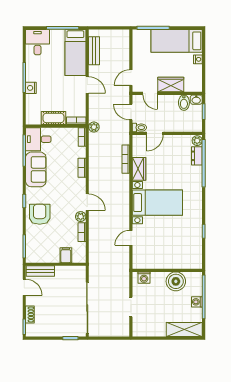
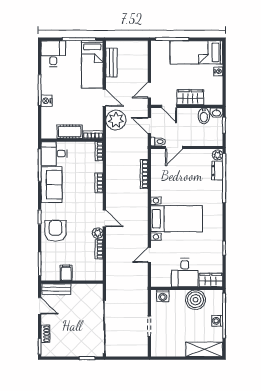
plant: (94, 127) -> (116, 120), moved, width x1.87, depth x1.87
wardrobe: (139, 169) -> (211, 280), moved, turned -90
filing cabinet: (66, 255) -> (66, 273), moved
desk: (165, 255) -> (185, 273), added

